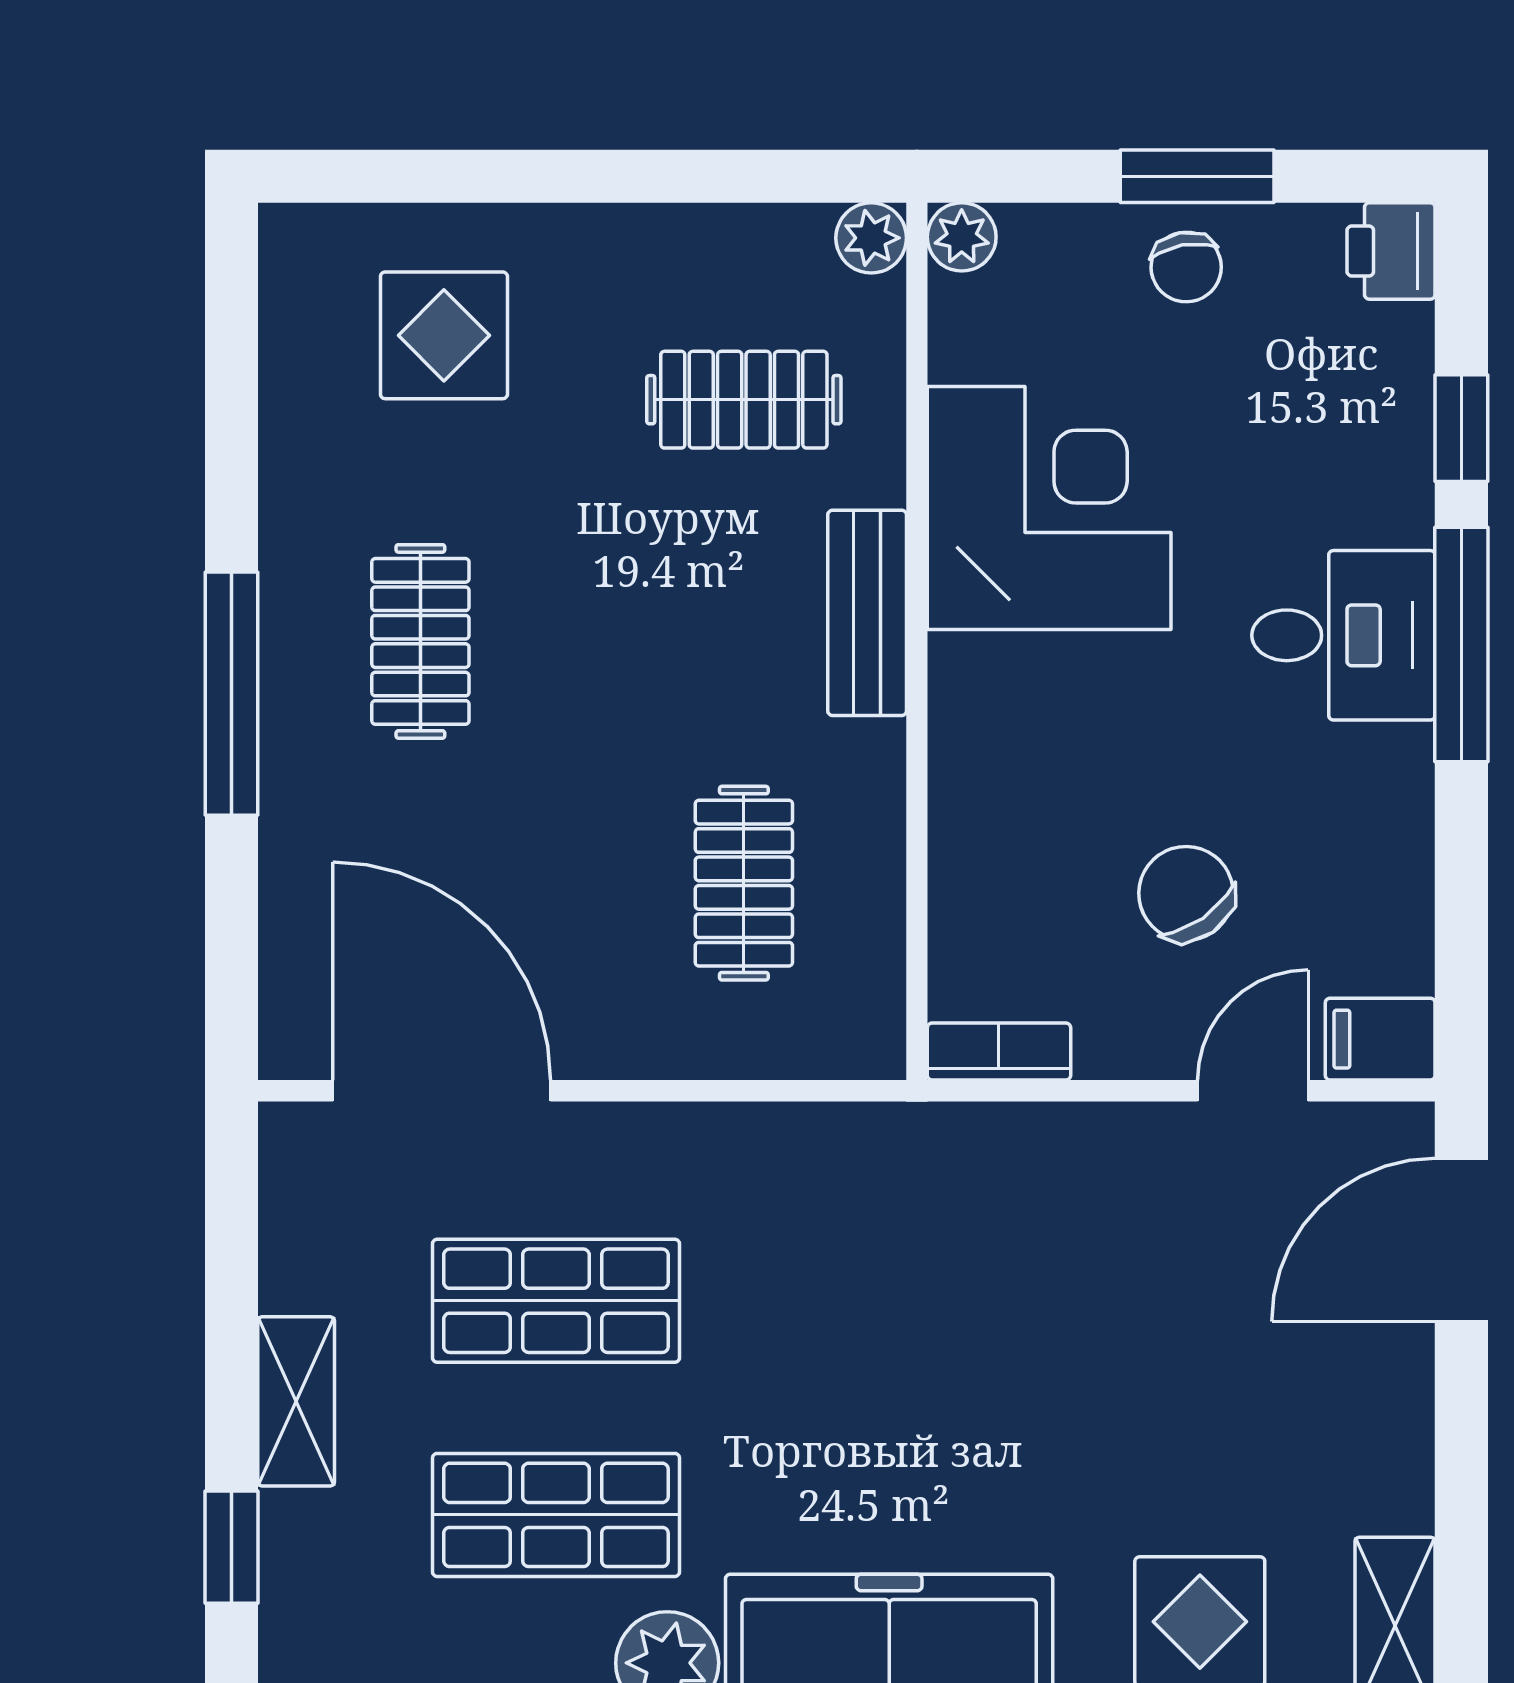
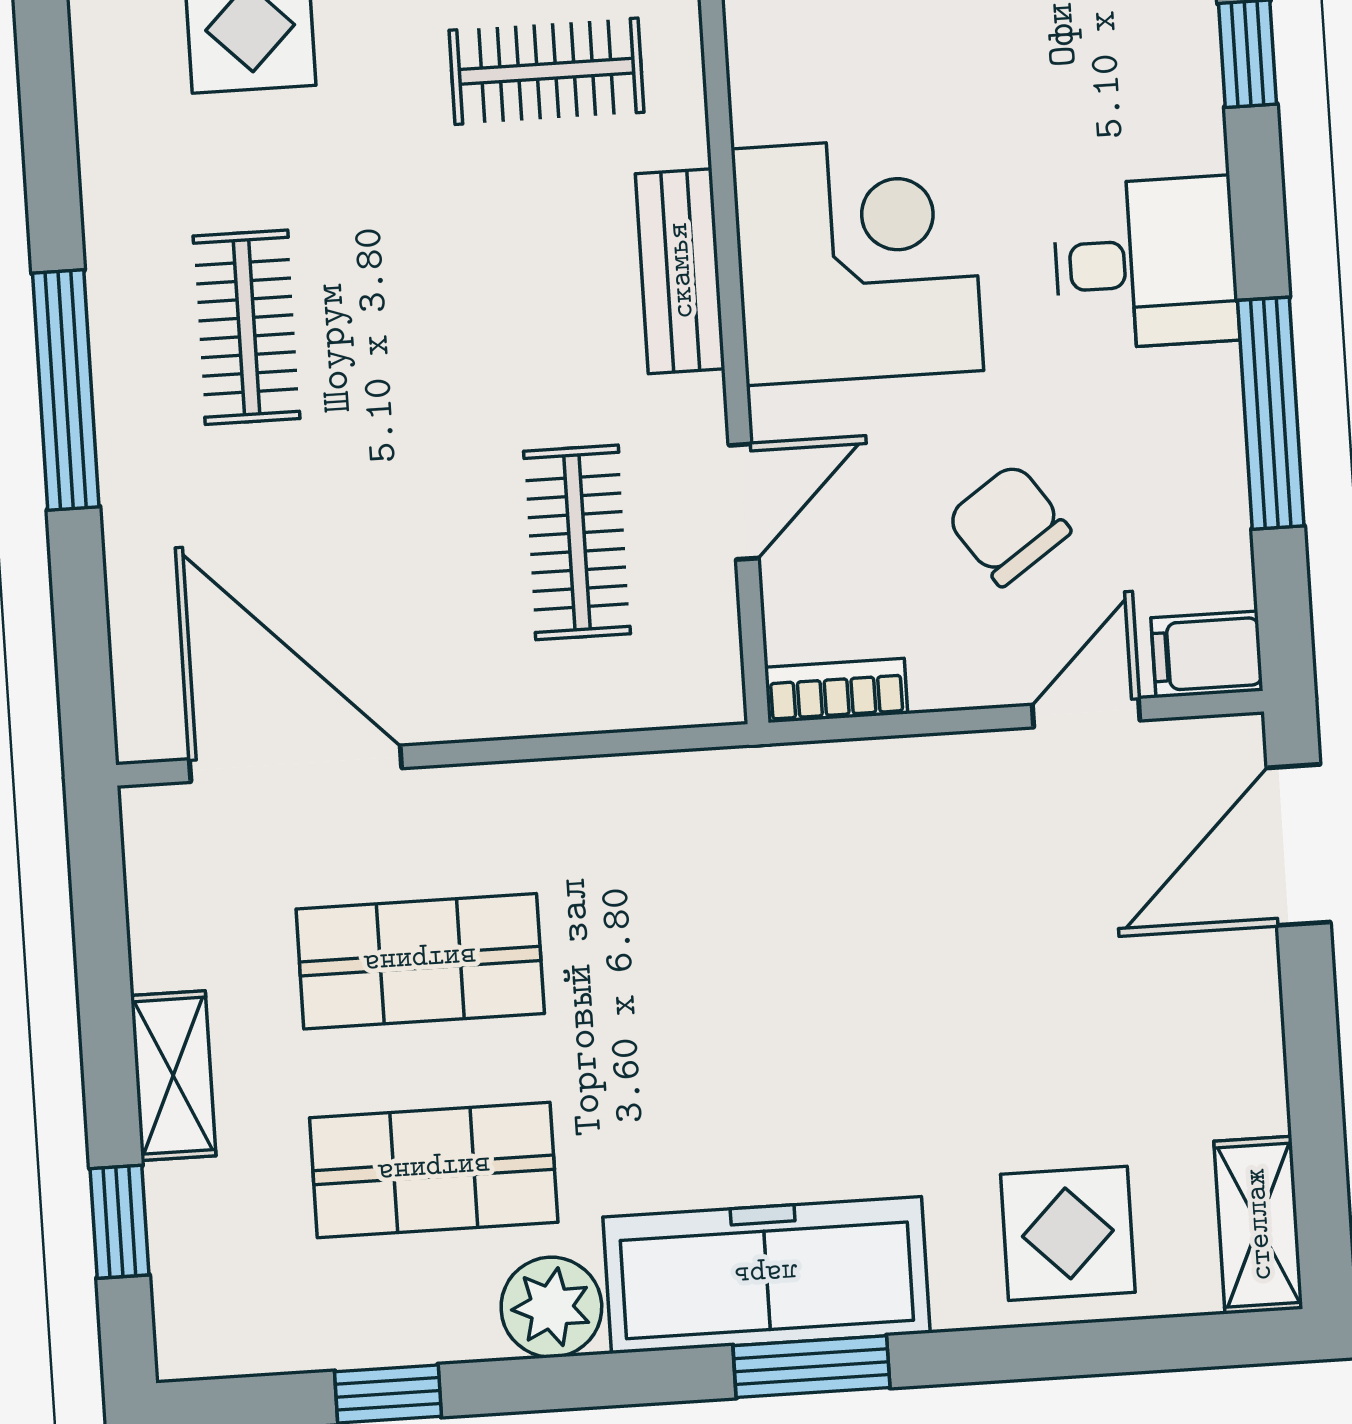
corner desk: (1049, 508) -> (857, 260), moved
window: (1461, 644) -> (1271, 413), moved
door: (917, 853) -> (744, 502), added

